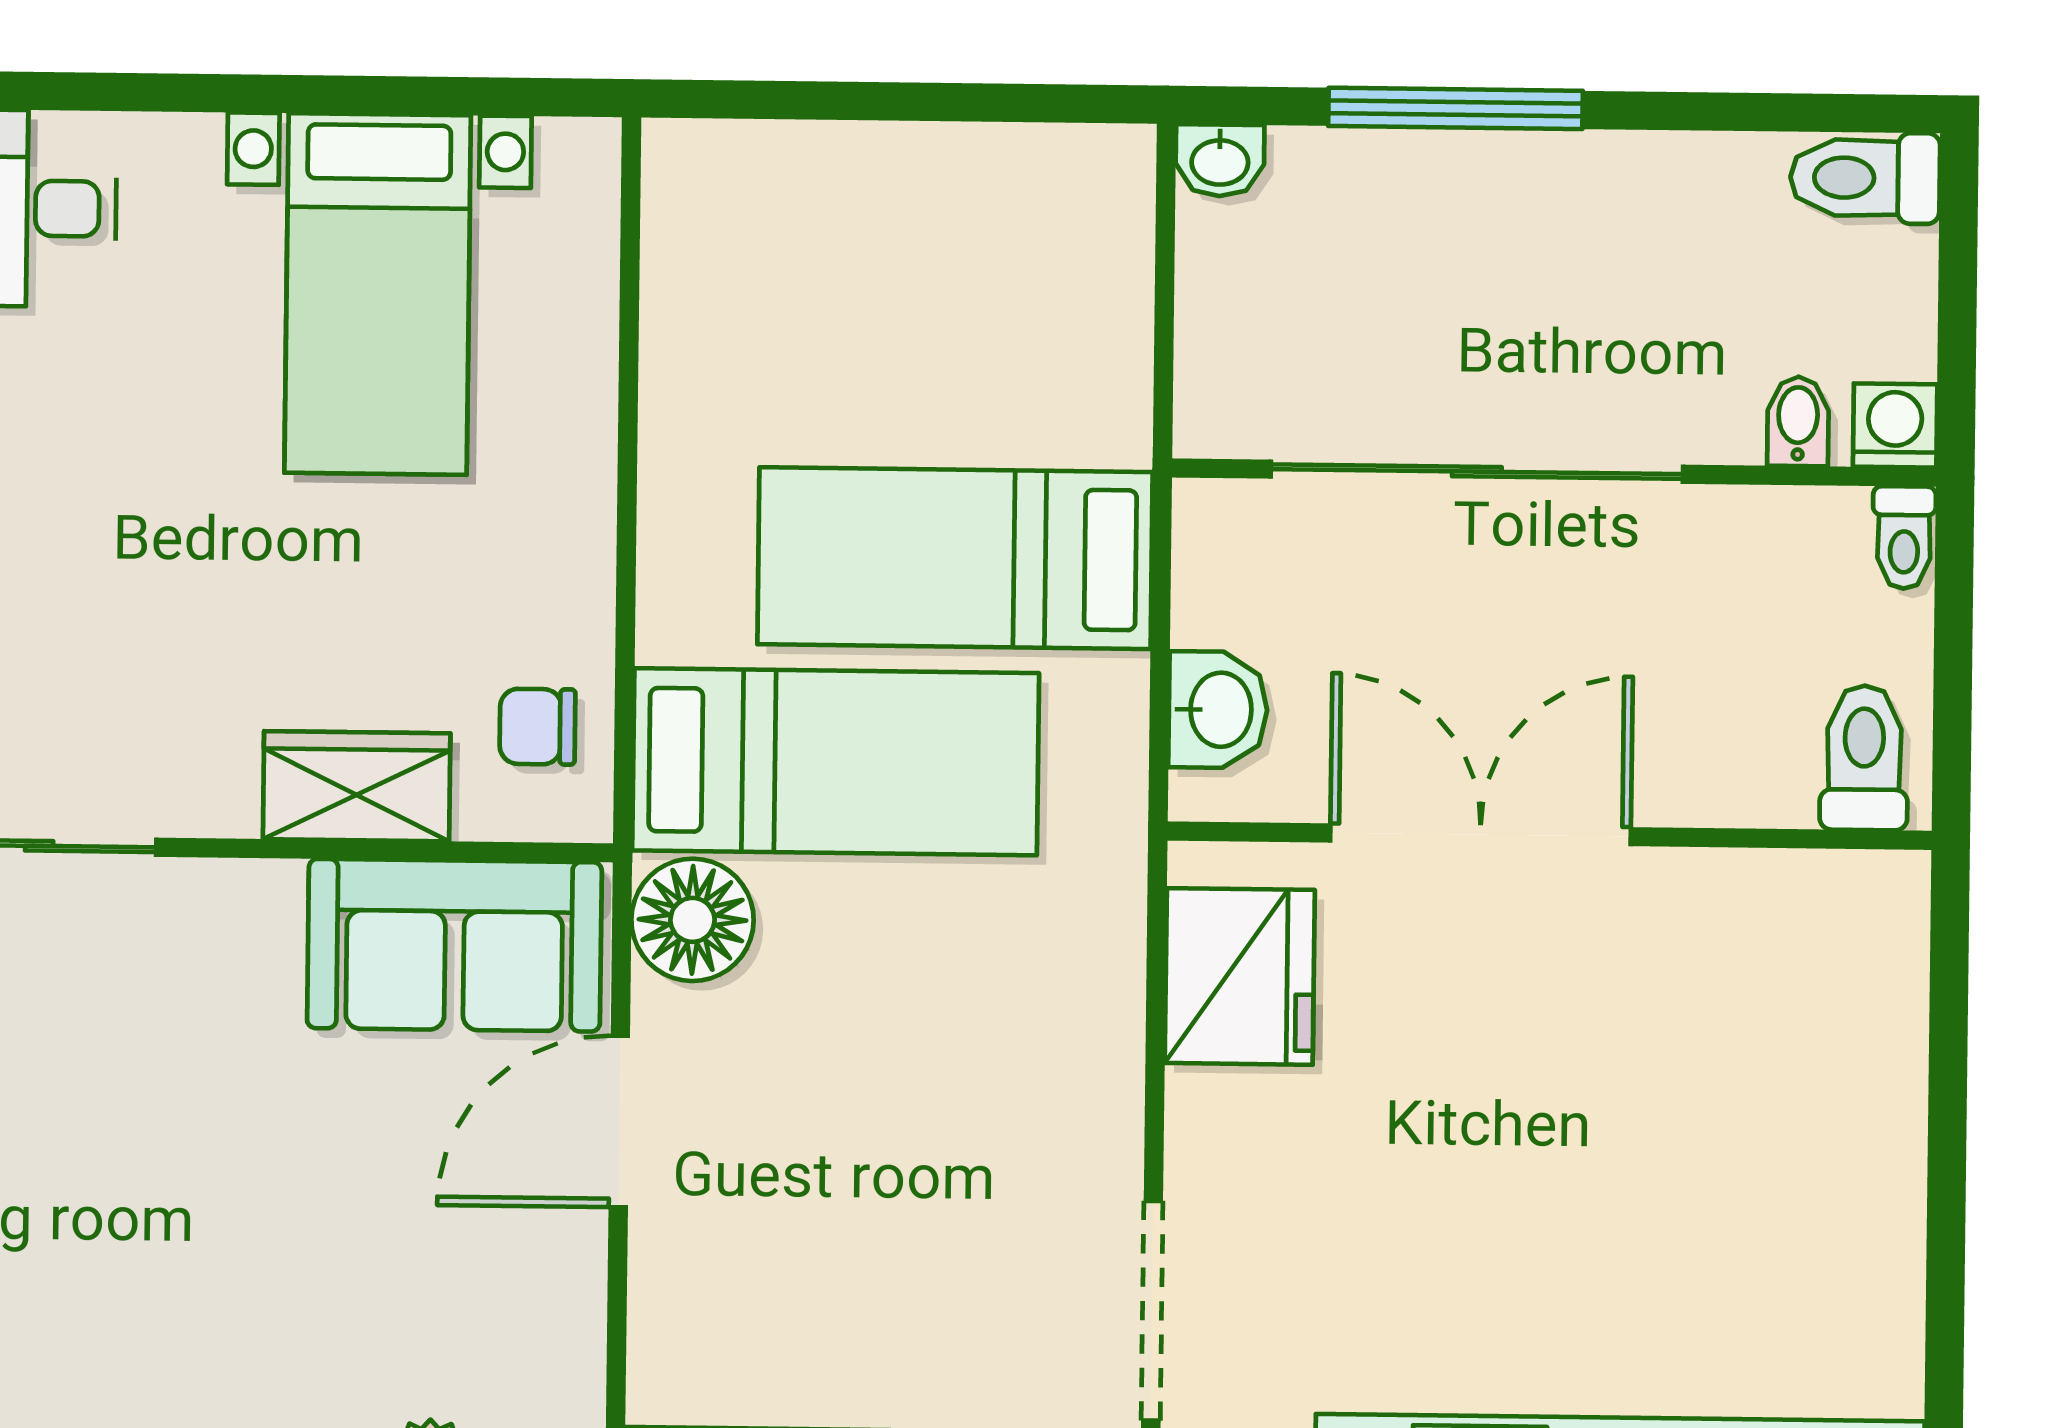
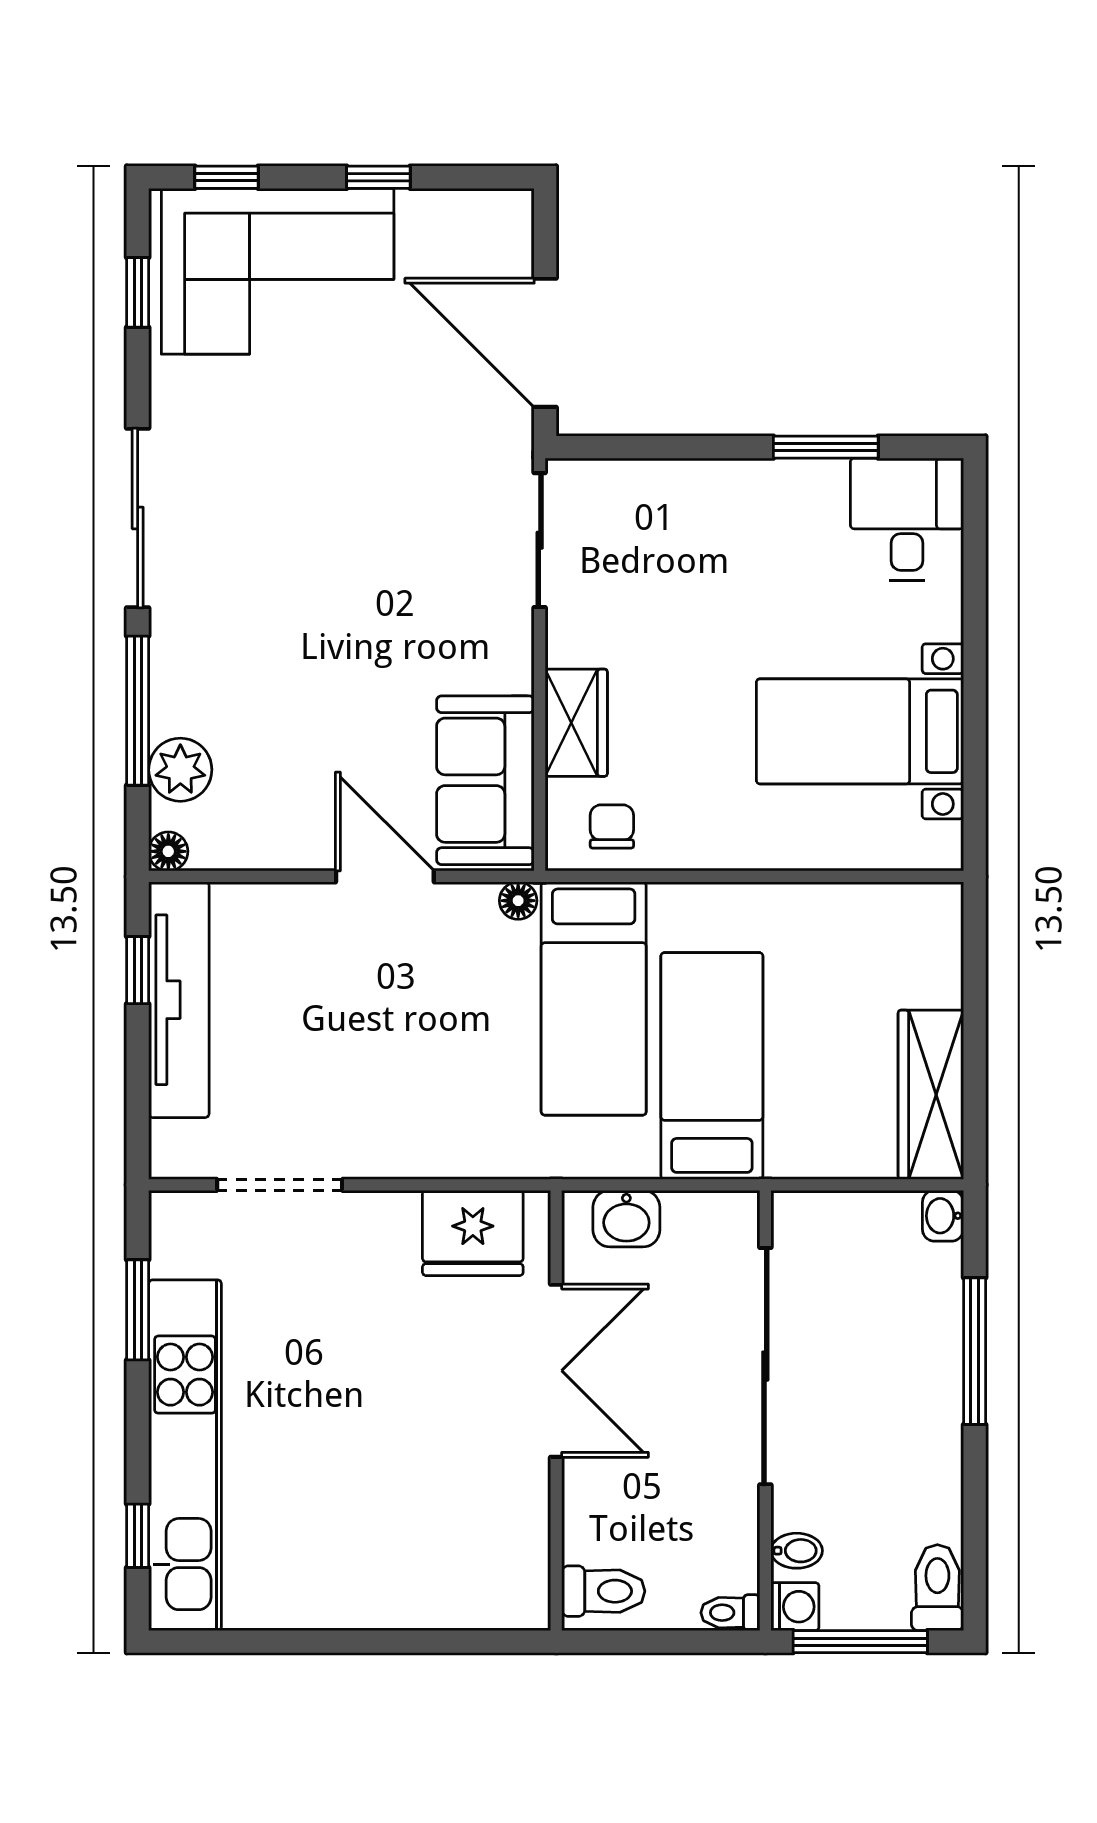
wardrobe: (1009, 179) -> (931, 1095), added
window: (1957, 313) -> (860, 1642), added
floor lamp: (692, 920) -> (518, 901), width x0.53, depth x0.53

